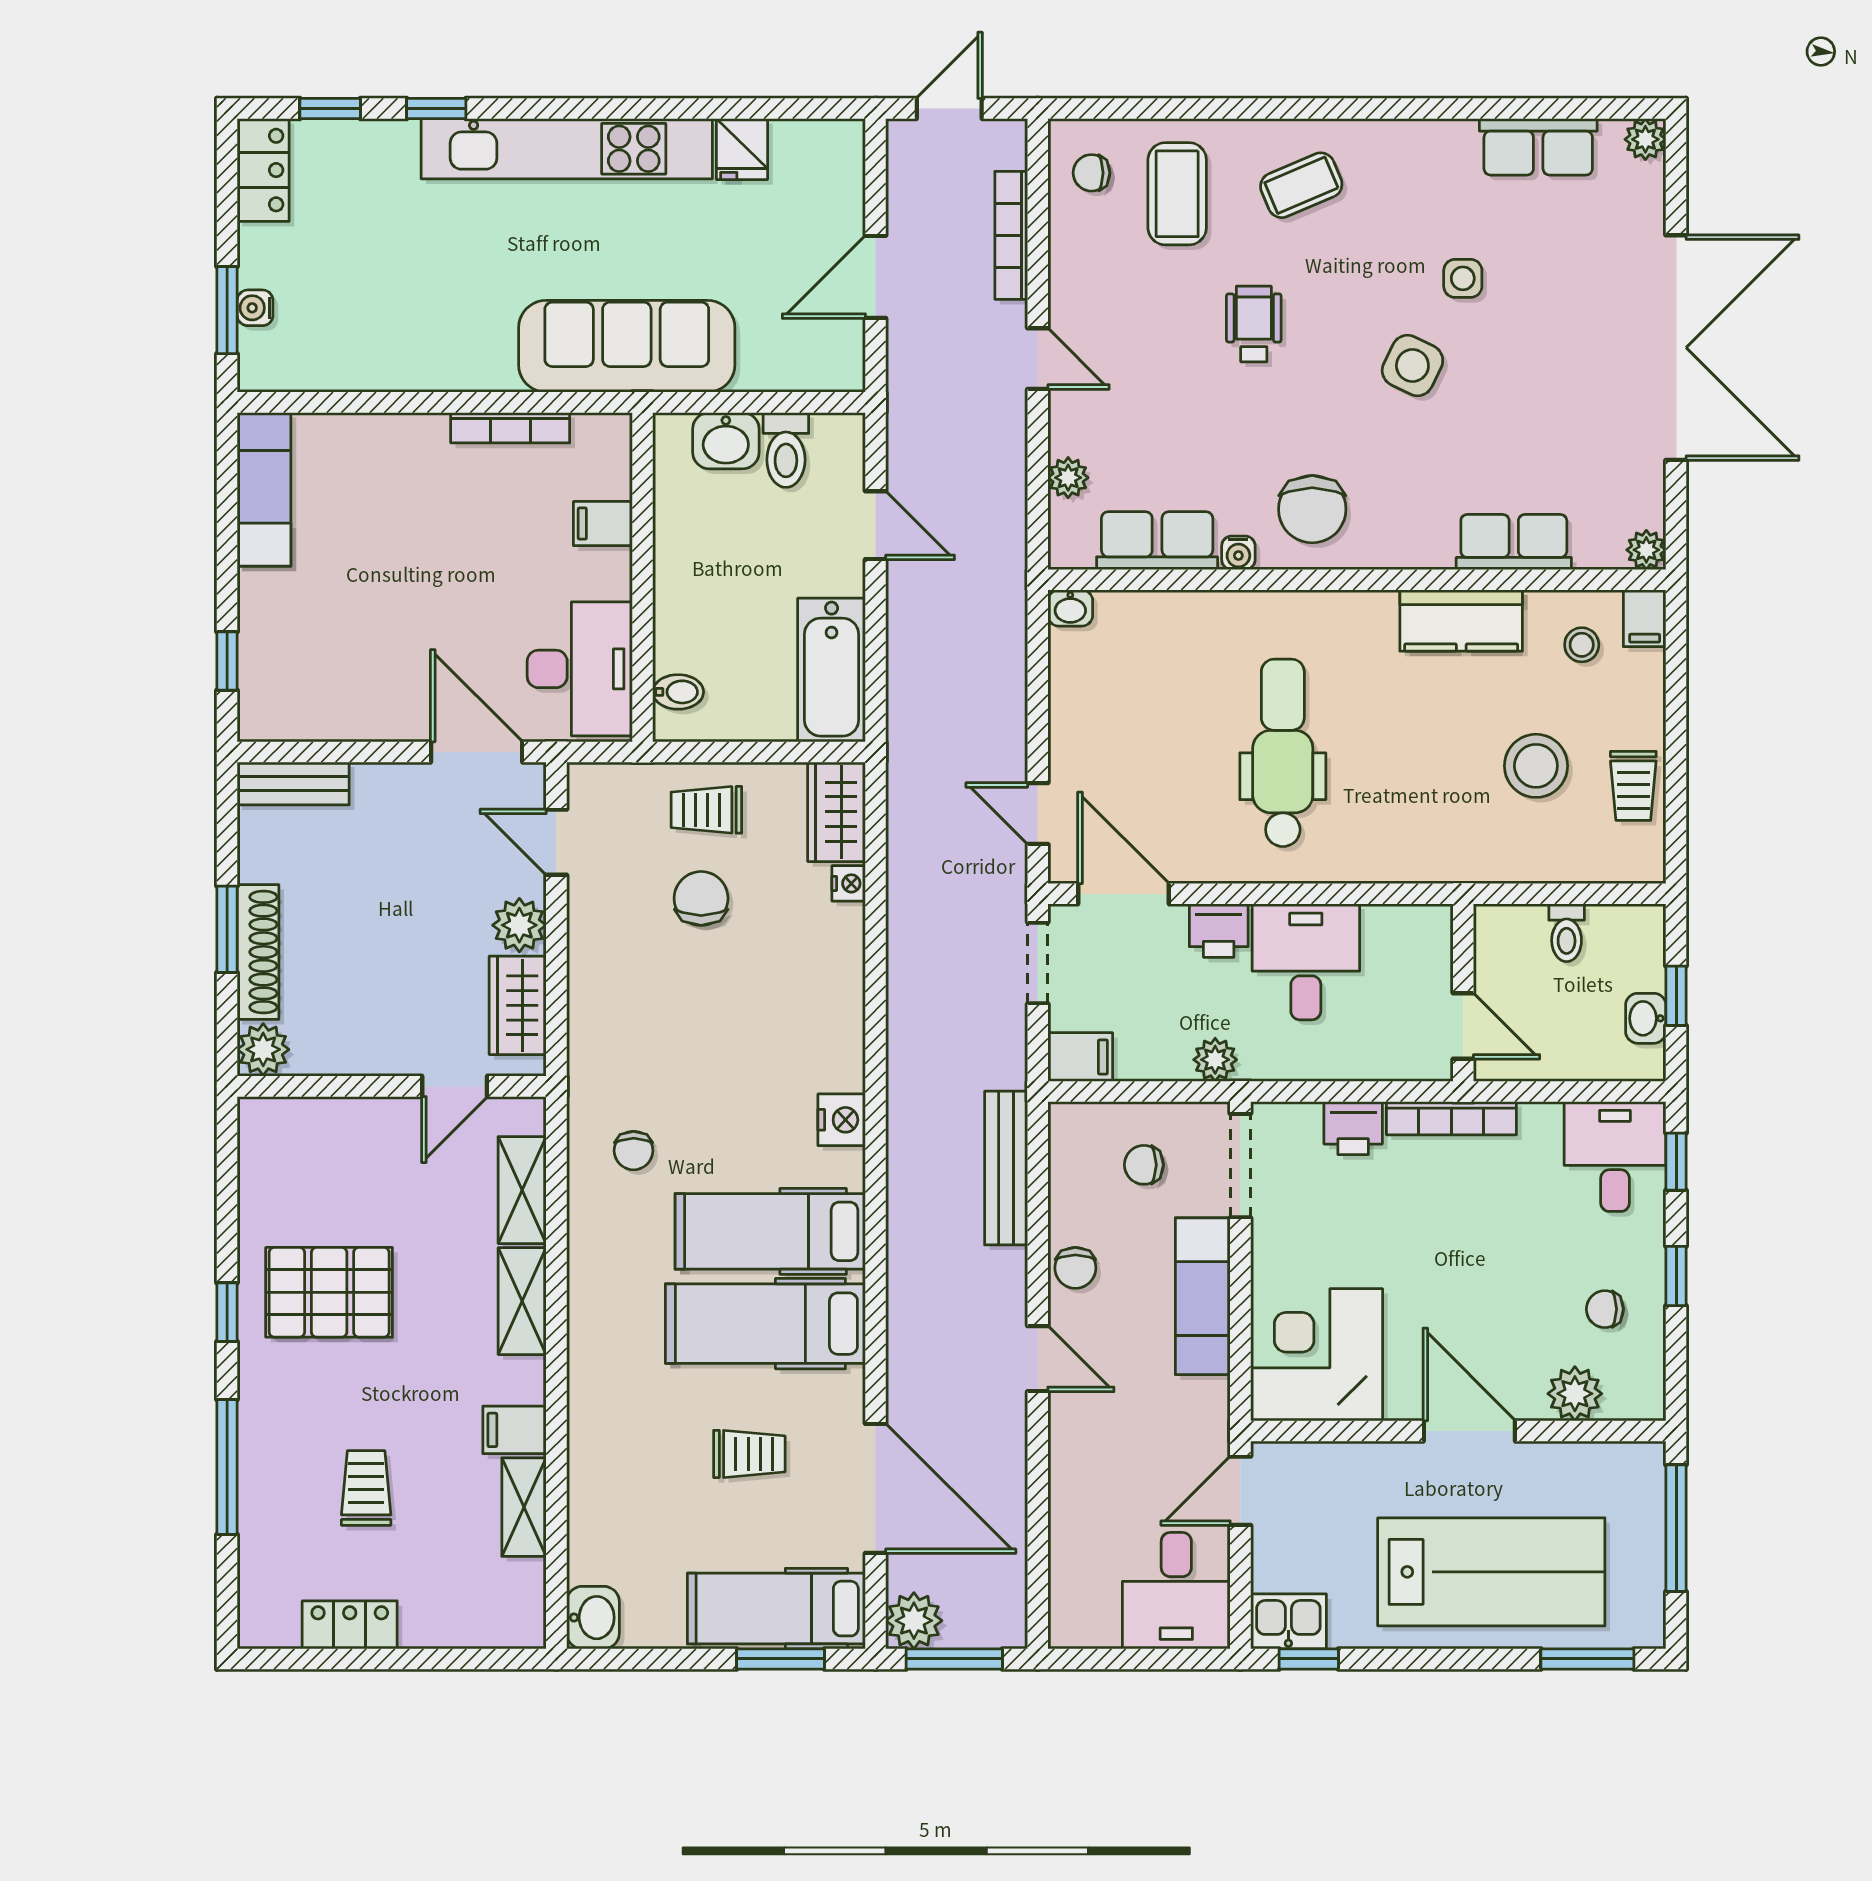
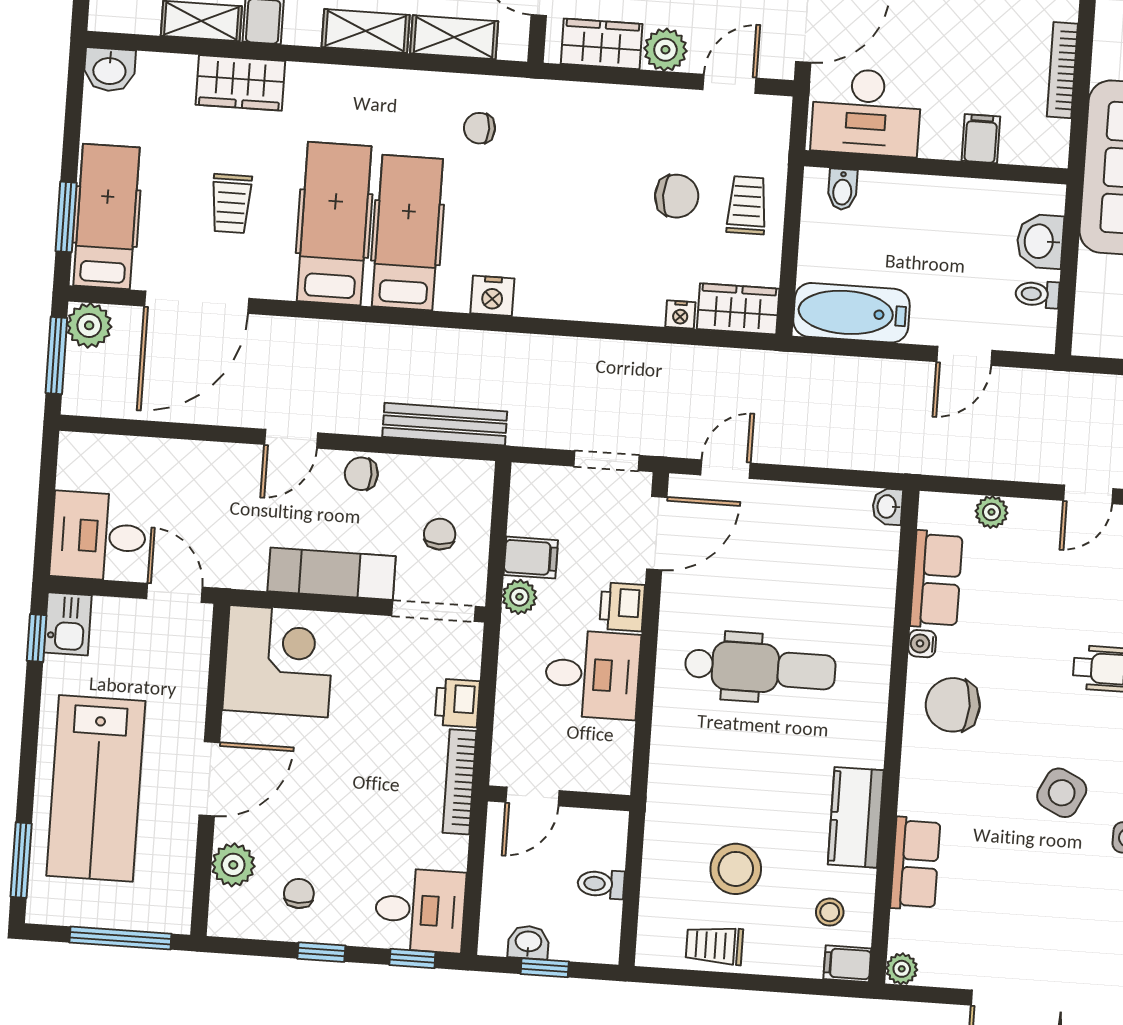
toilet: (786, 450) -> (1037, 294), width x0.73, depth x0.72
filing cabinet: (1080, 1057) -> (531, 558), moved, turned -90
wardrobe: (598, 1453) -> (240, 83), added

